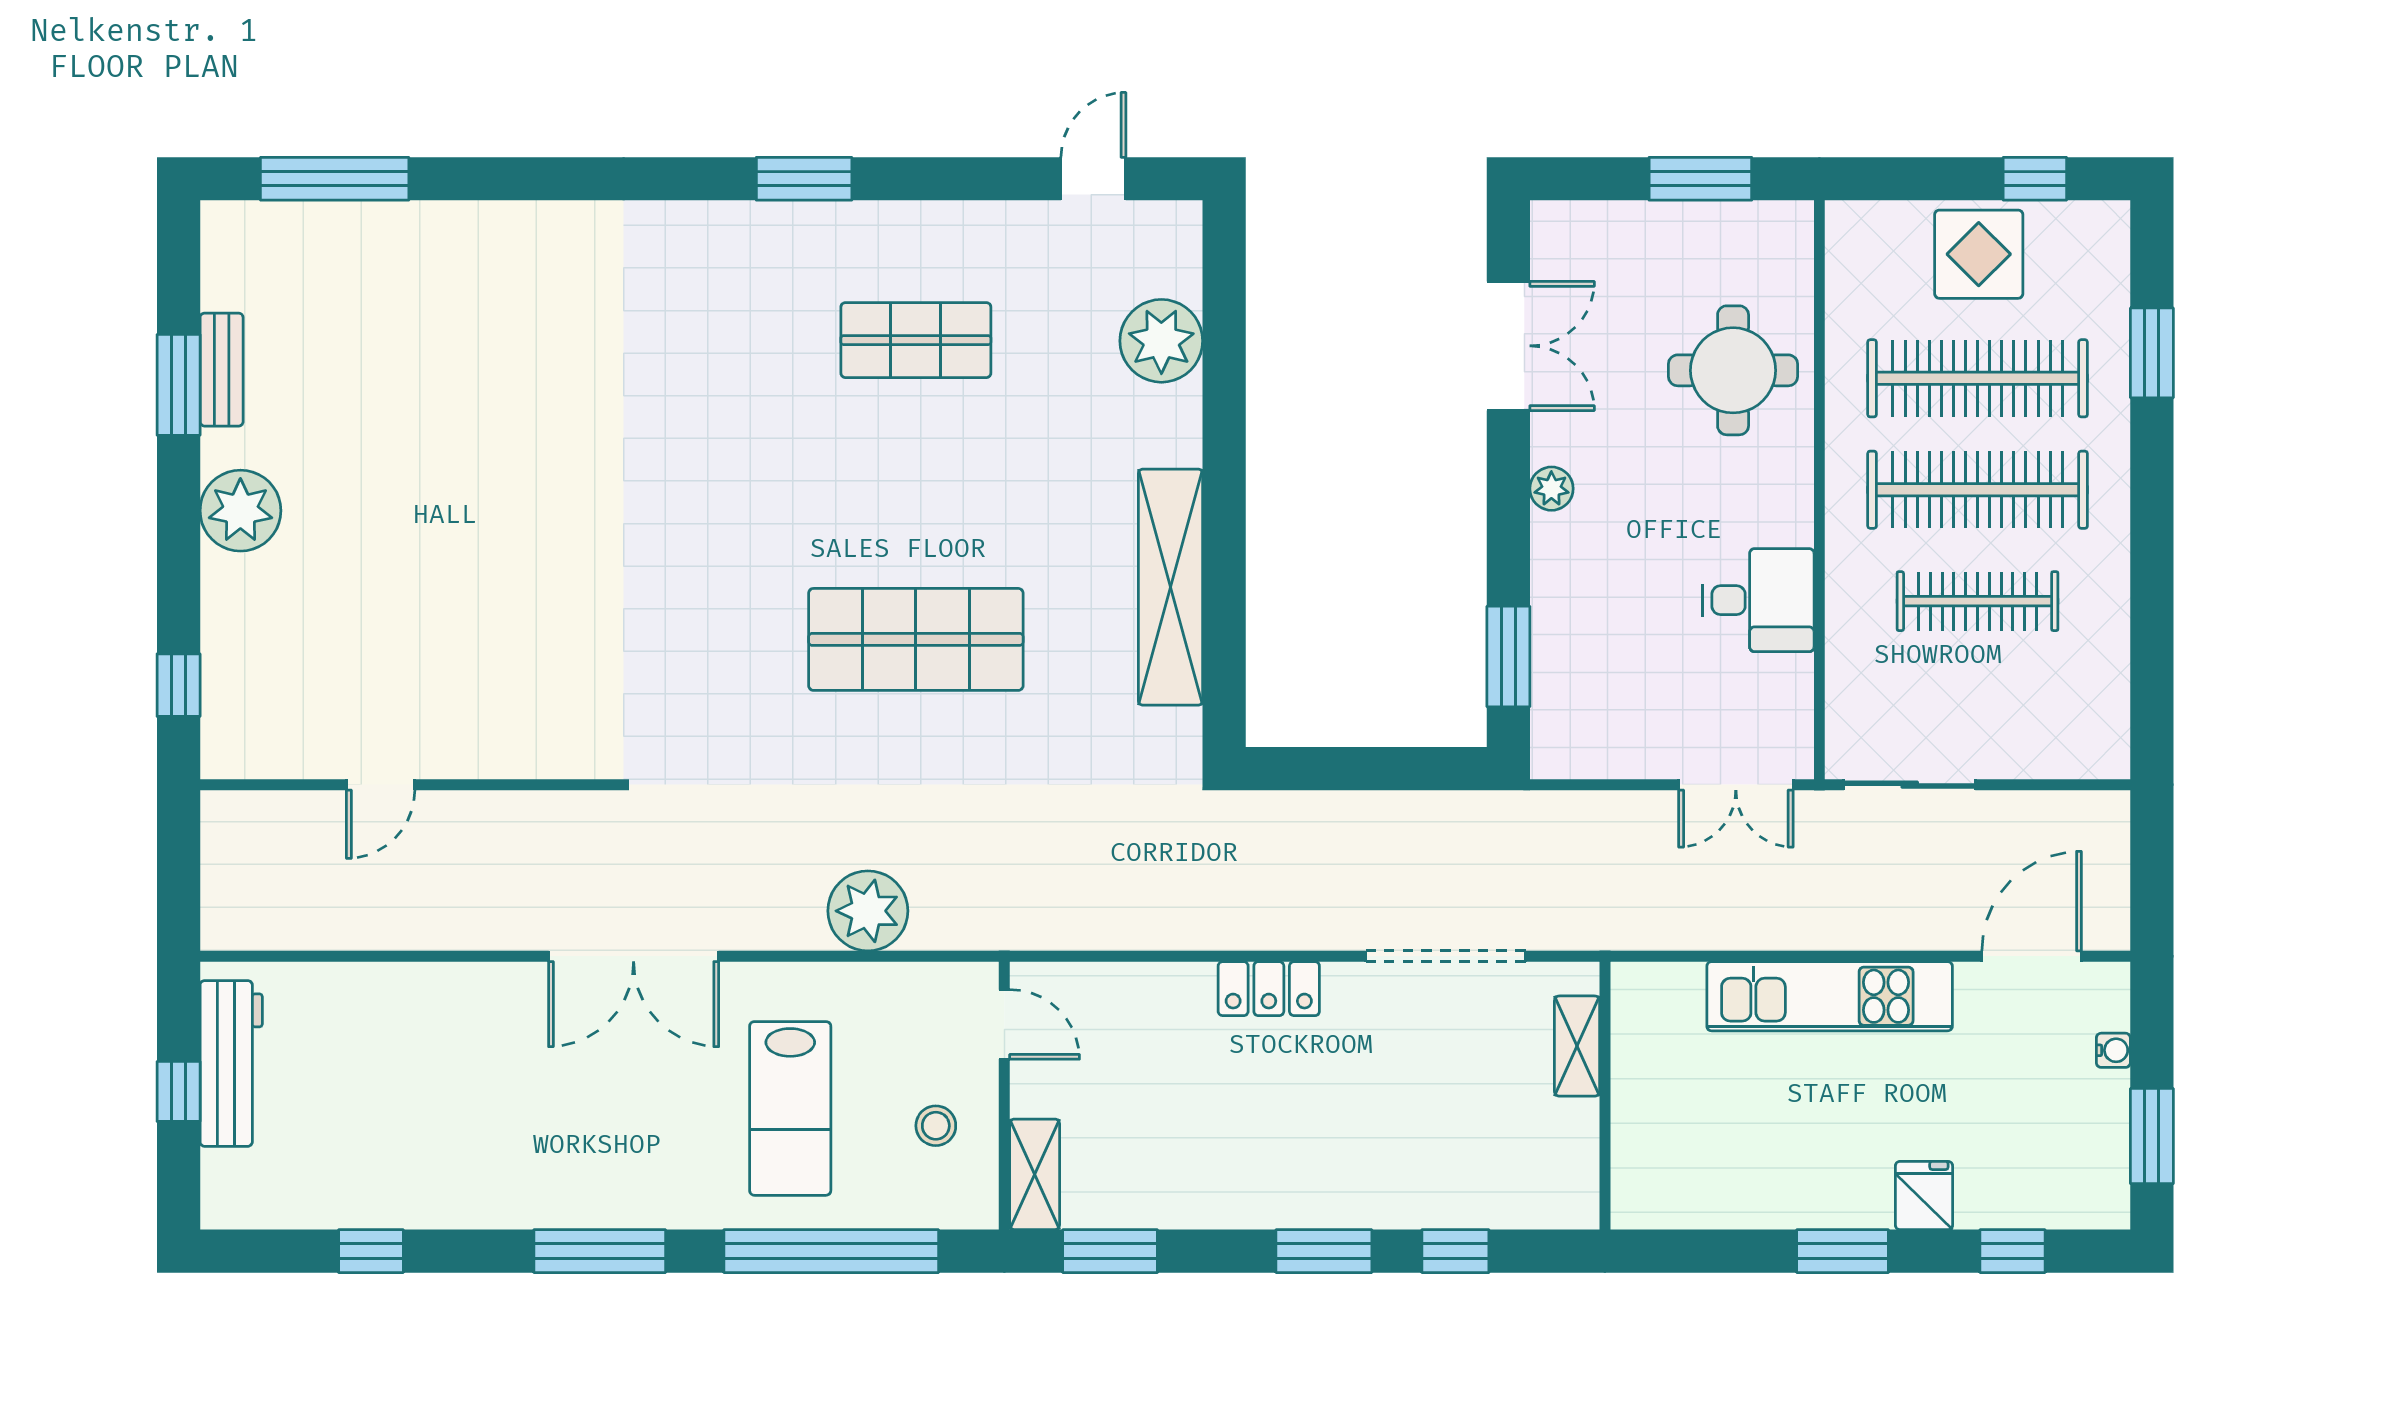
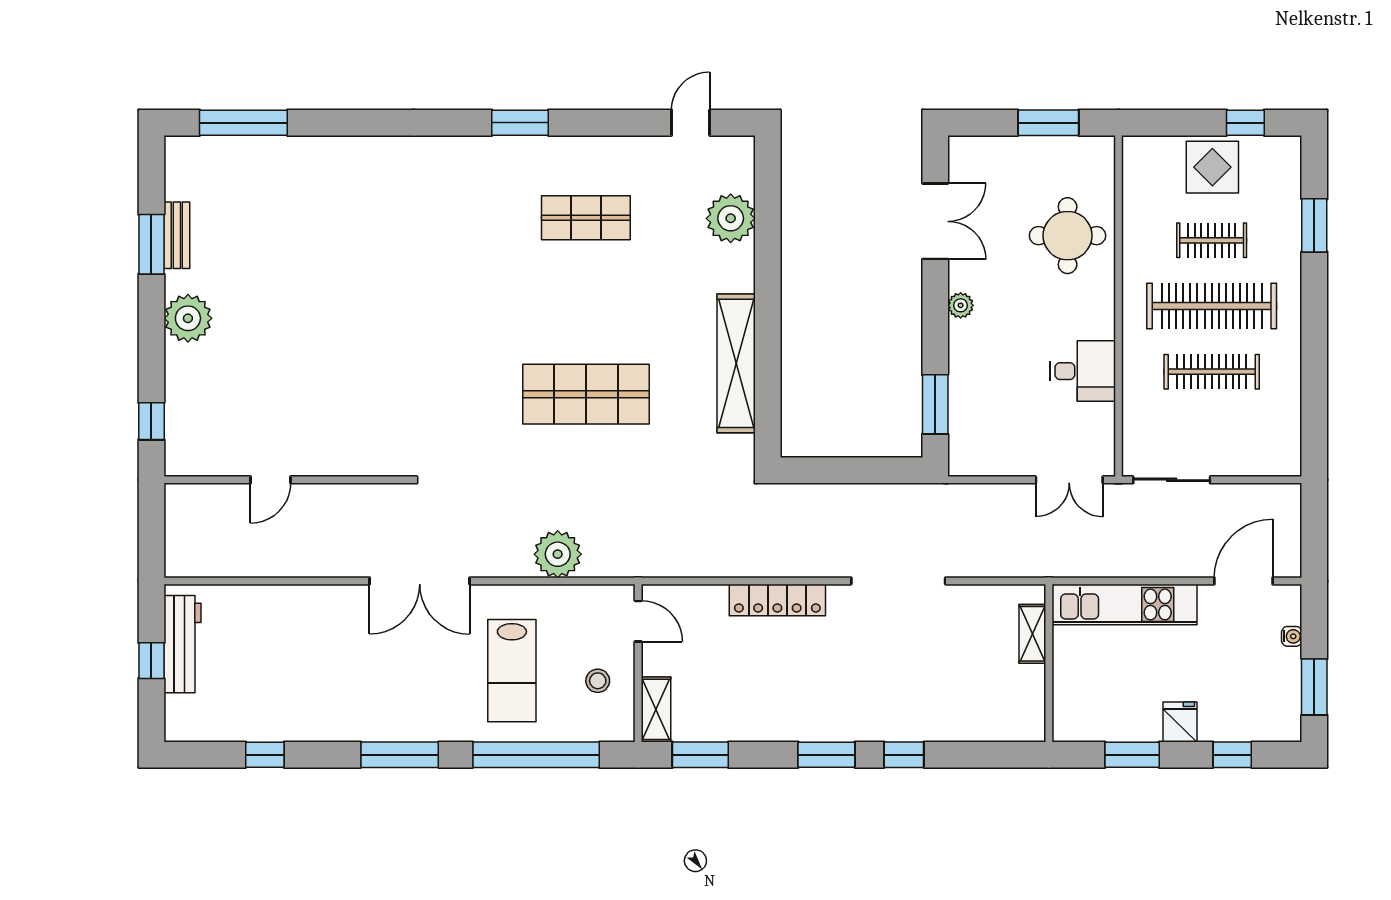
clothes rail: (1978, 378) -> (1212, 240), width x0.54, depth x0.76
locker: (1269, 989) -> (777, 600), width x1.53
shelving: (1577, 1046) -> (1032, 634), moved
wall: (1605, 1096) -> (1049, 663), moved

